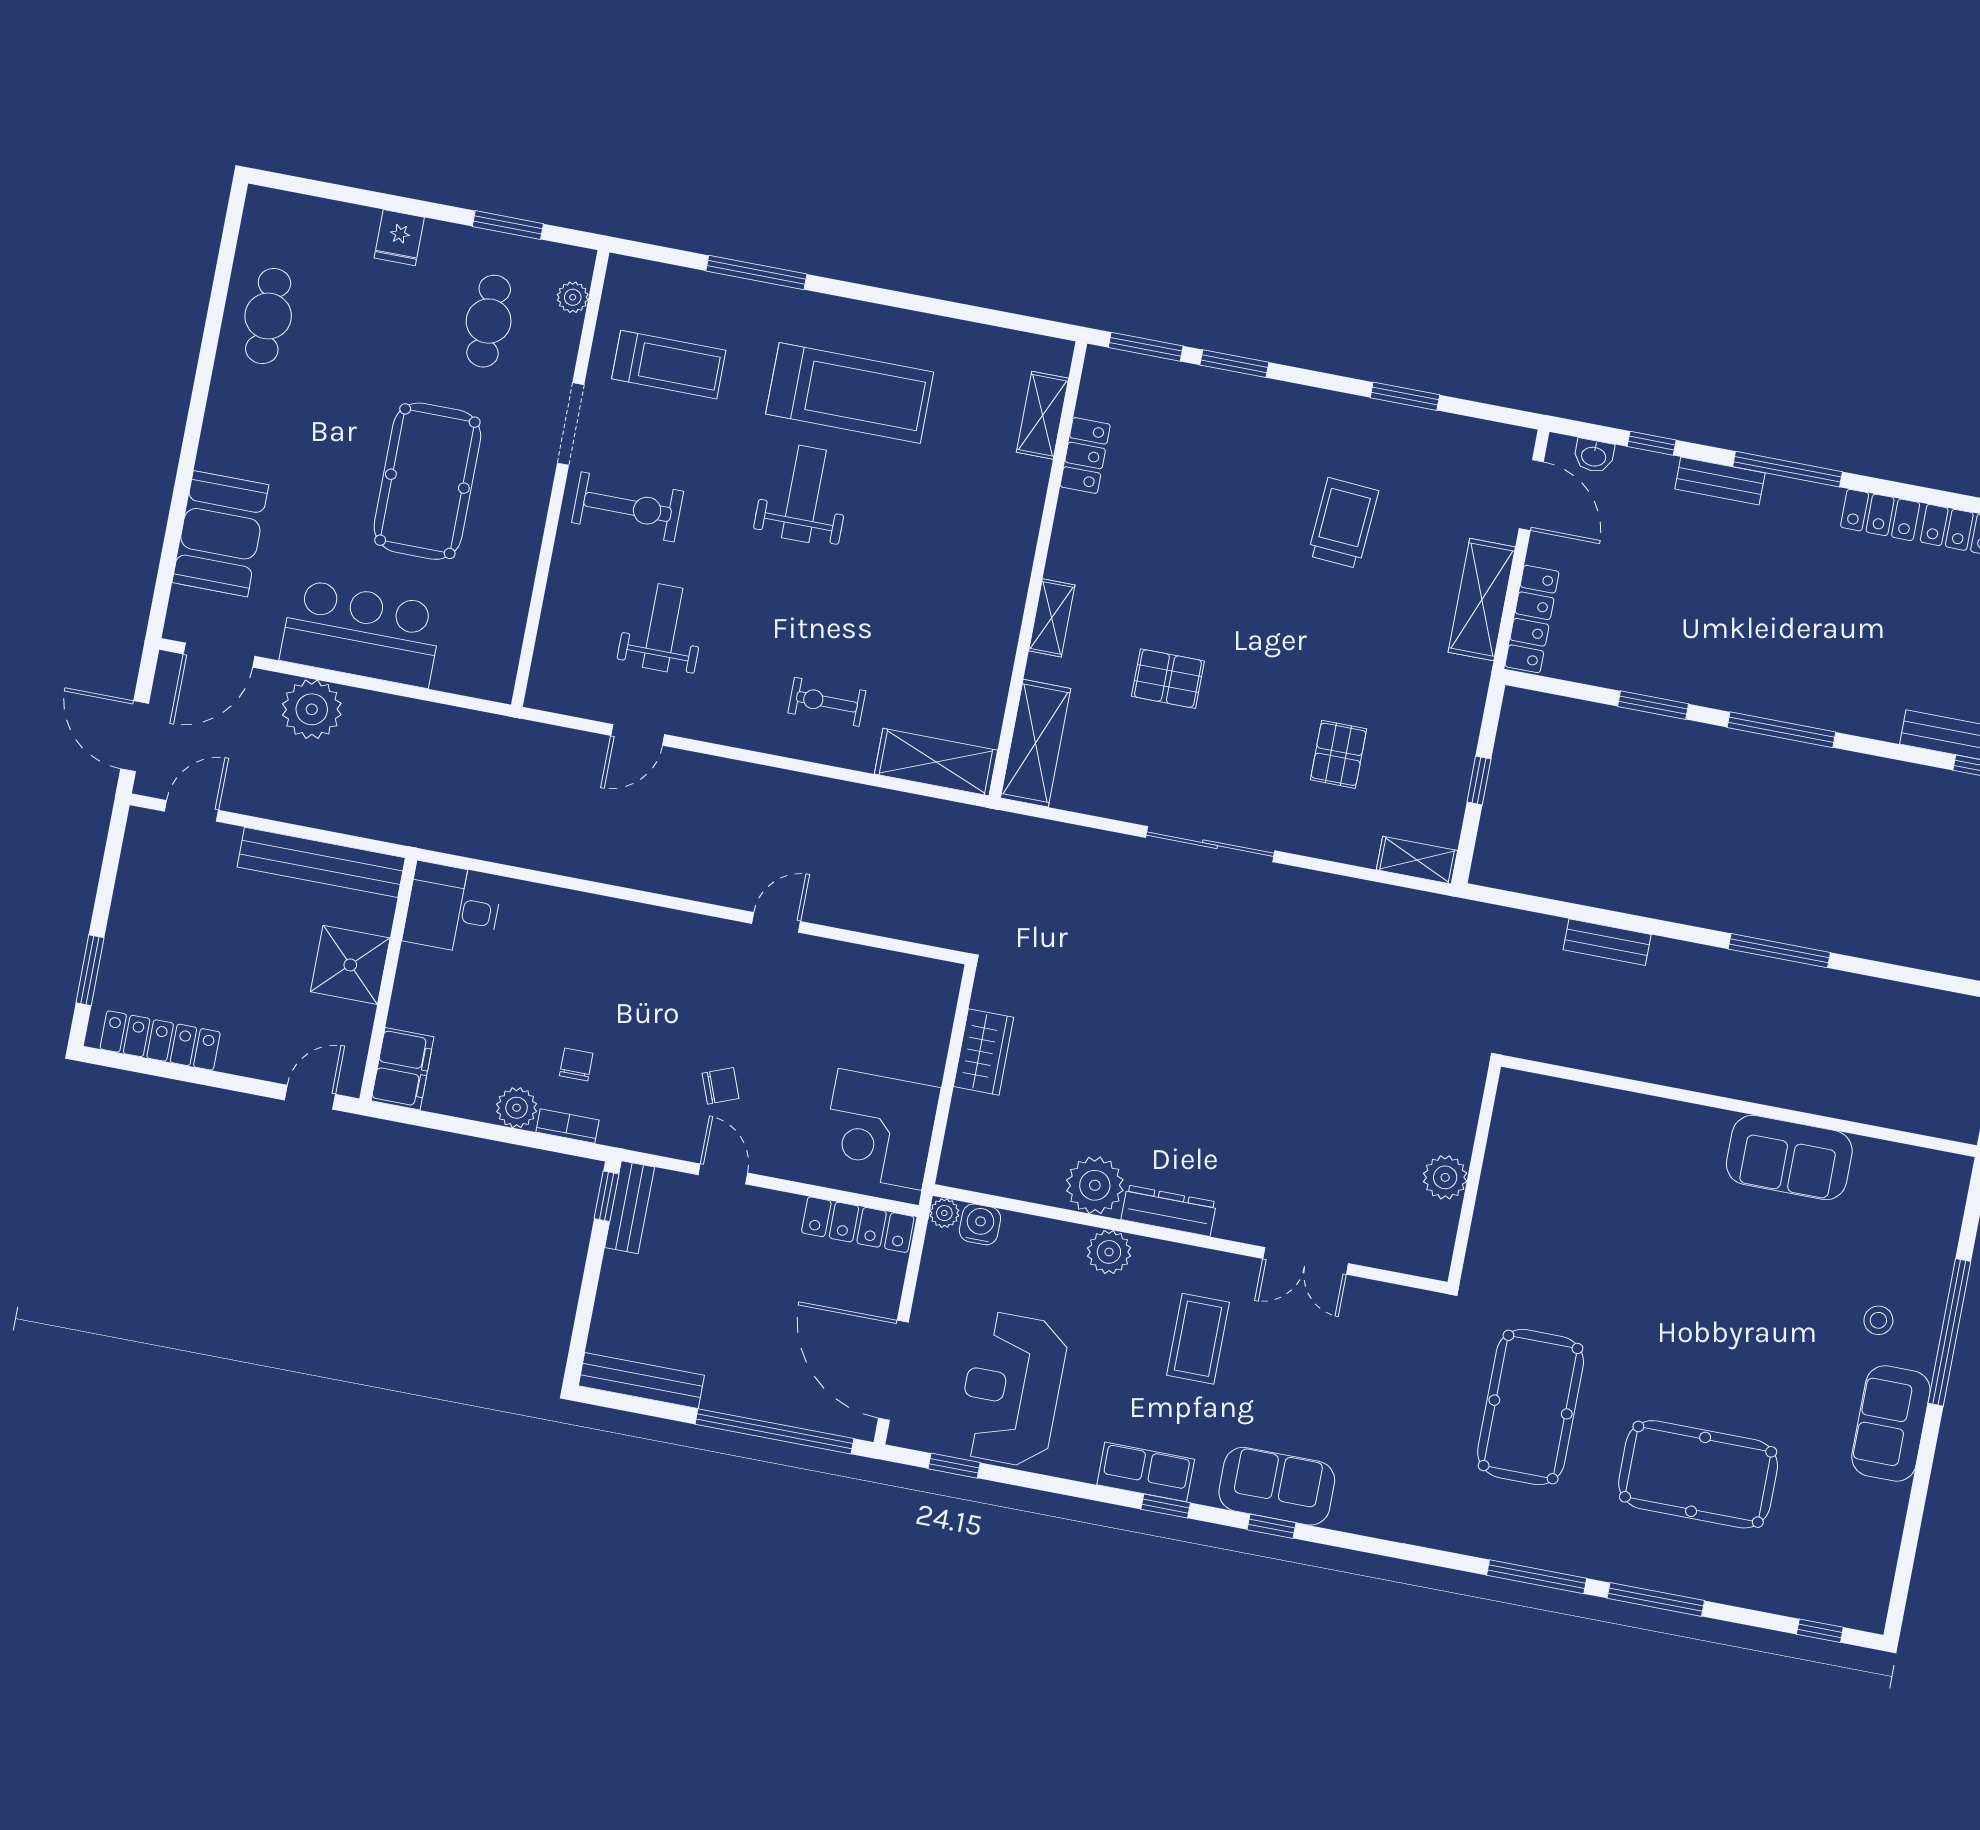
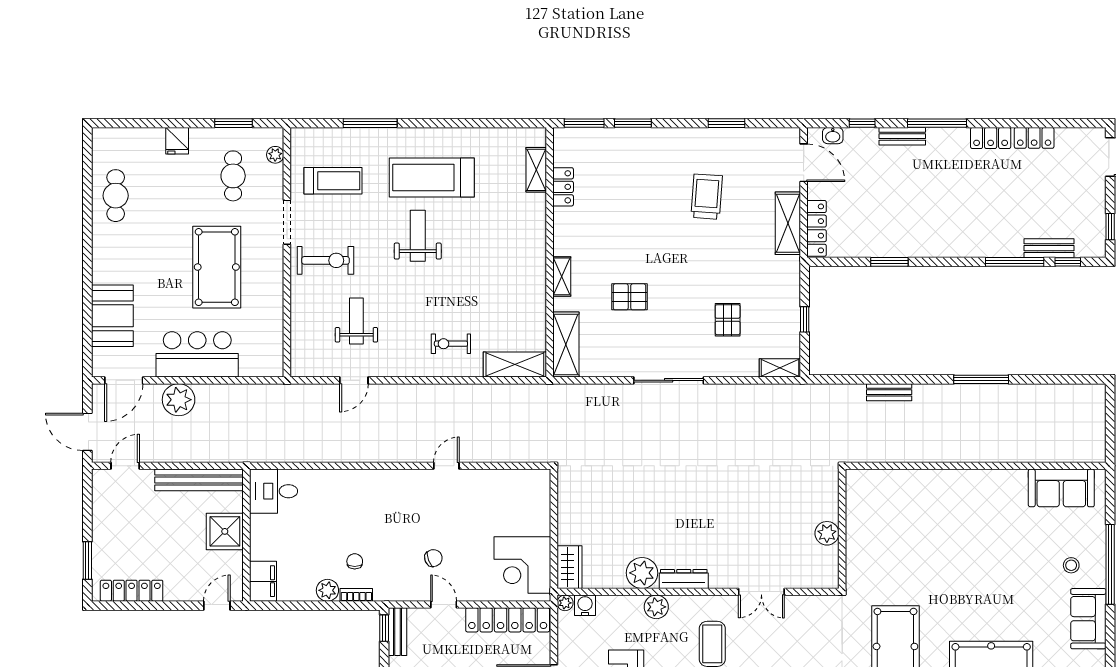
treadmill: (850, 393) -> (432, 178), turned 180
window: (1781, 730) -> (1015, 262), moved
wardrobe: (984, 1052) -> (569, 567), moved
sofa: (1789, 1158) -> (1061, 488), moved
locker: (858, 1225) -> (508, 620), width x1.41, depth x1.21

